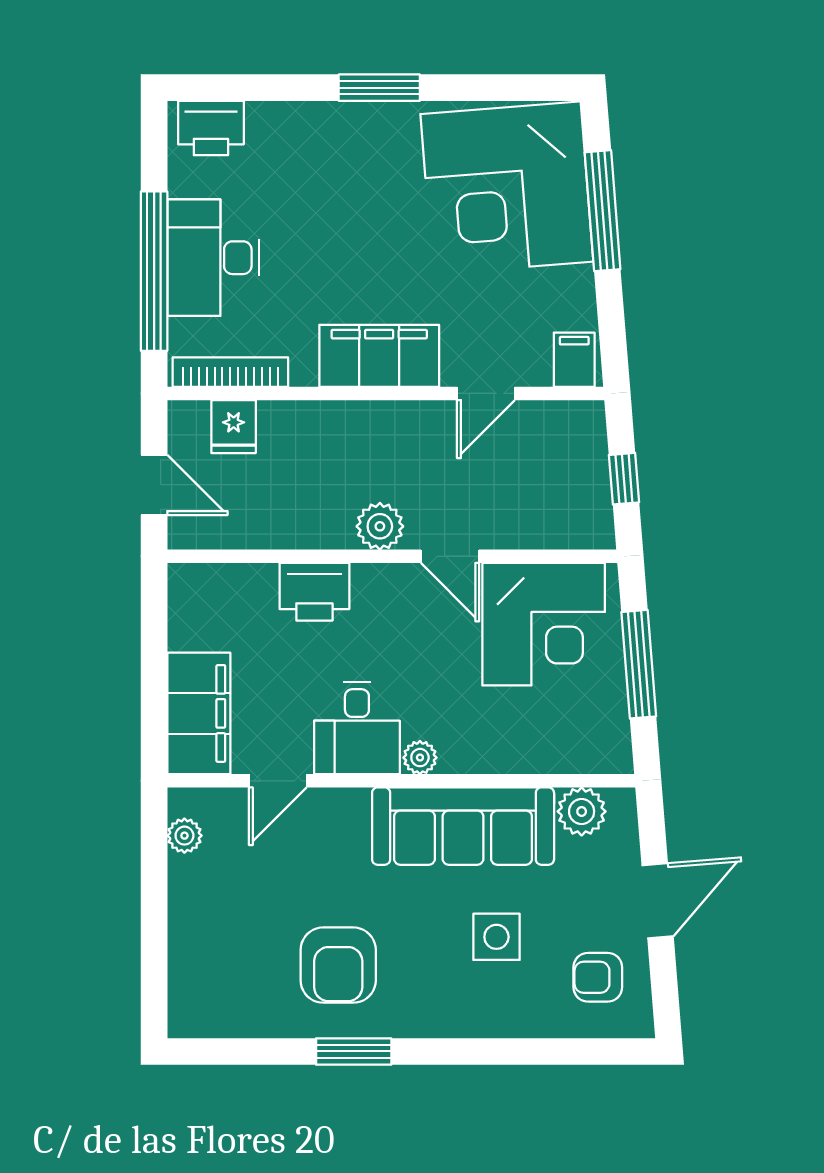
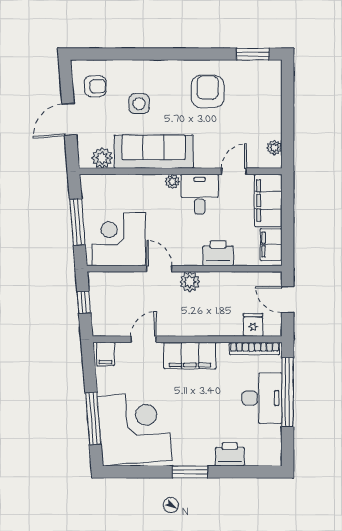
printer: (211, 128) -> (230, 454), moved
filing cabinet: (192, 612) -> (271, 245), added
window: (354, 1051) -> (253, 54), moved

